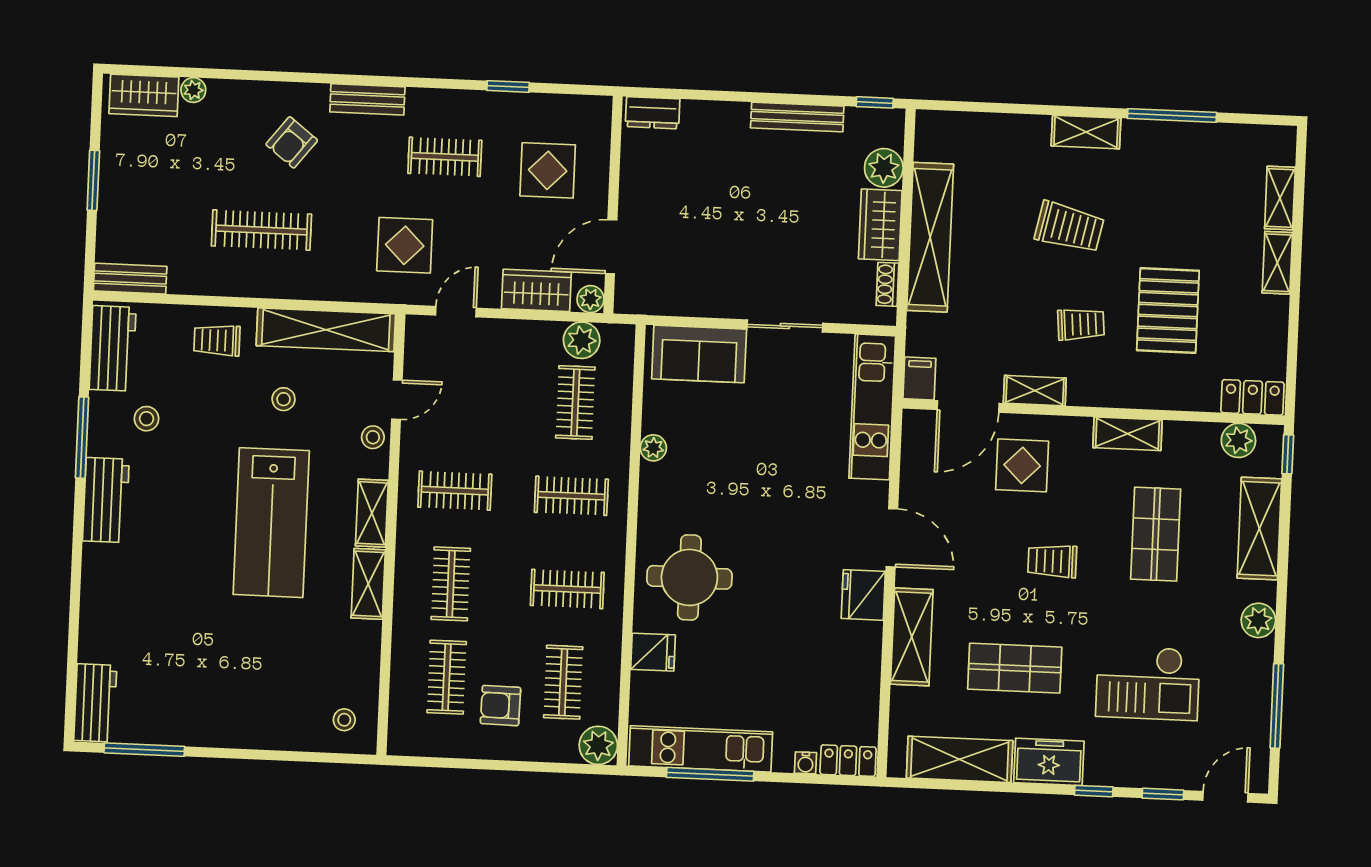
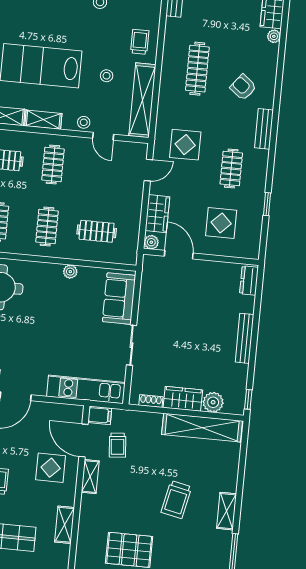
bench: (797, 117) -> (245, 338), moved
shelving: (930, 237) -> (202, 428), moved
door: (456, 312) -> (148, 170), hinge flipped
trolley: (1081, 324) -> (118, 445), moved
plant: (582, 340) -> (130, 236), removed

